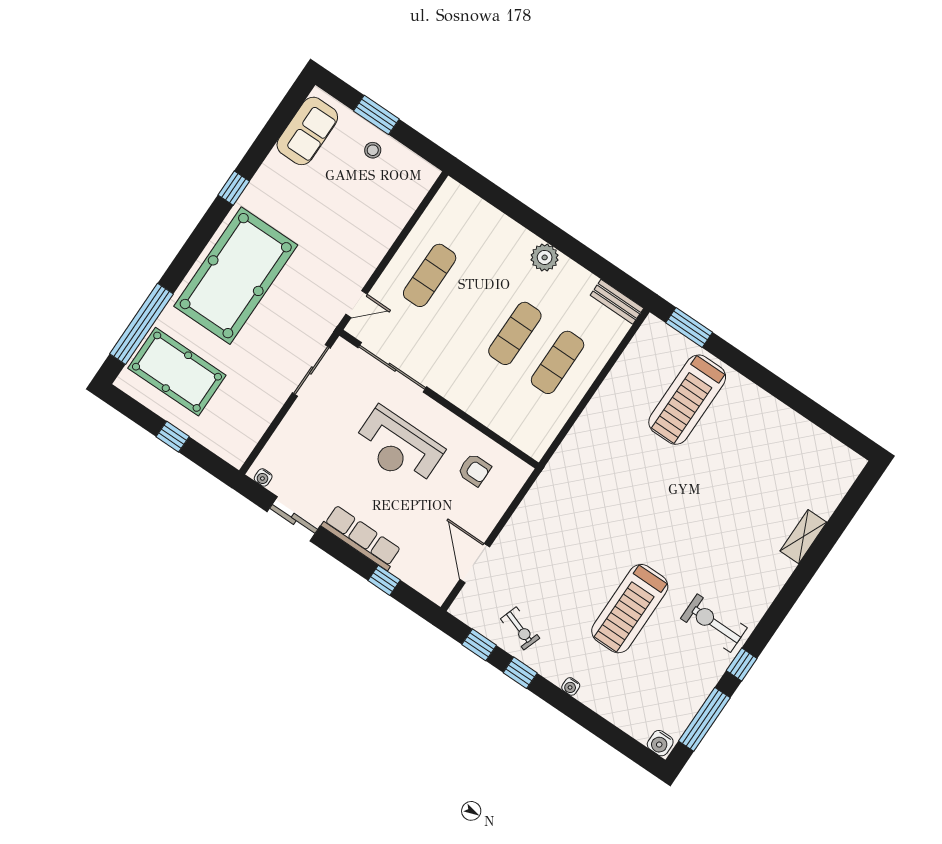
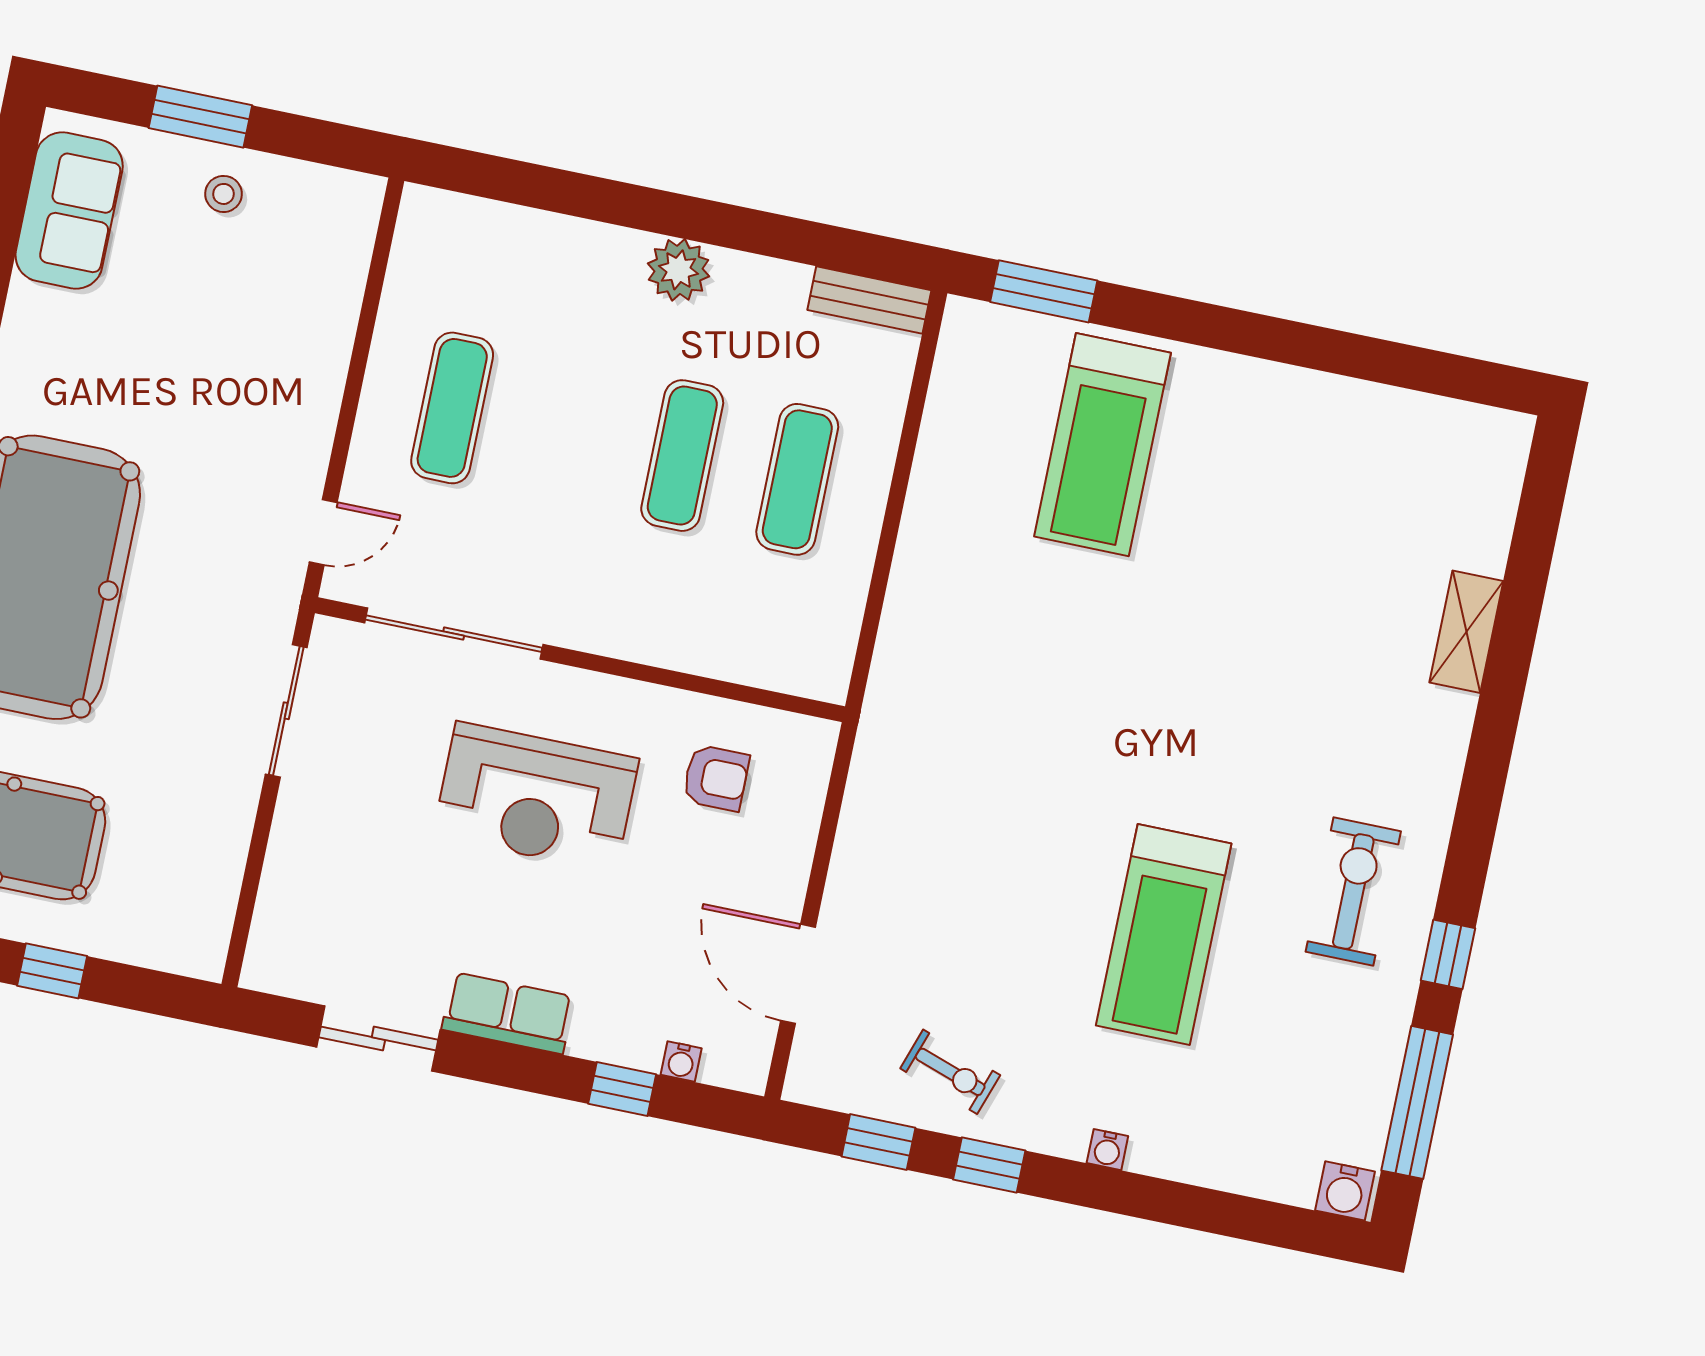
water cooler: (263, 477) -> (681, 1062), moved
row of seats: (361, 538) -> (508, 1013), width x0.68
exercise bike: (714, 623) -> (1353, 891), turned 90

